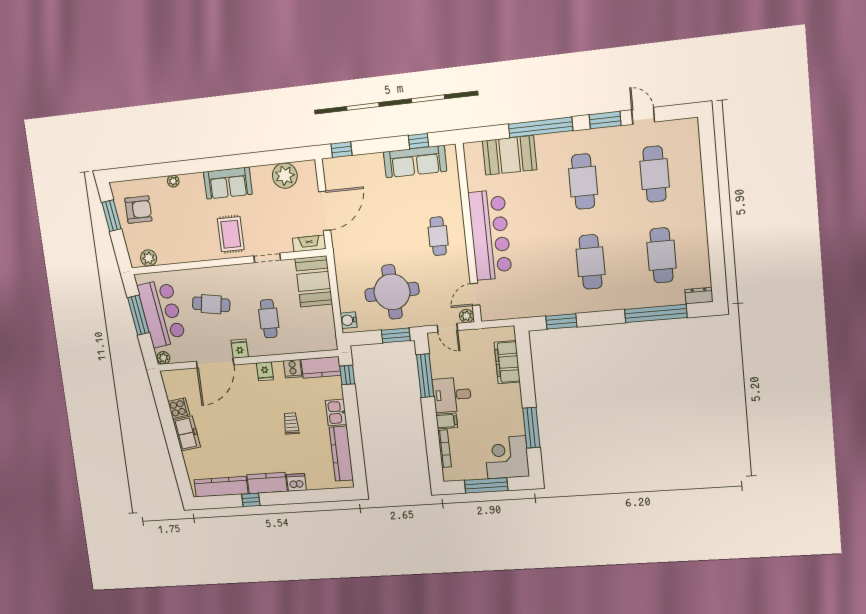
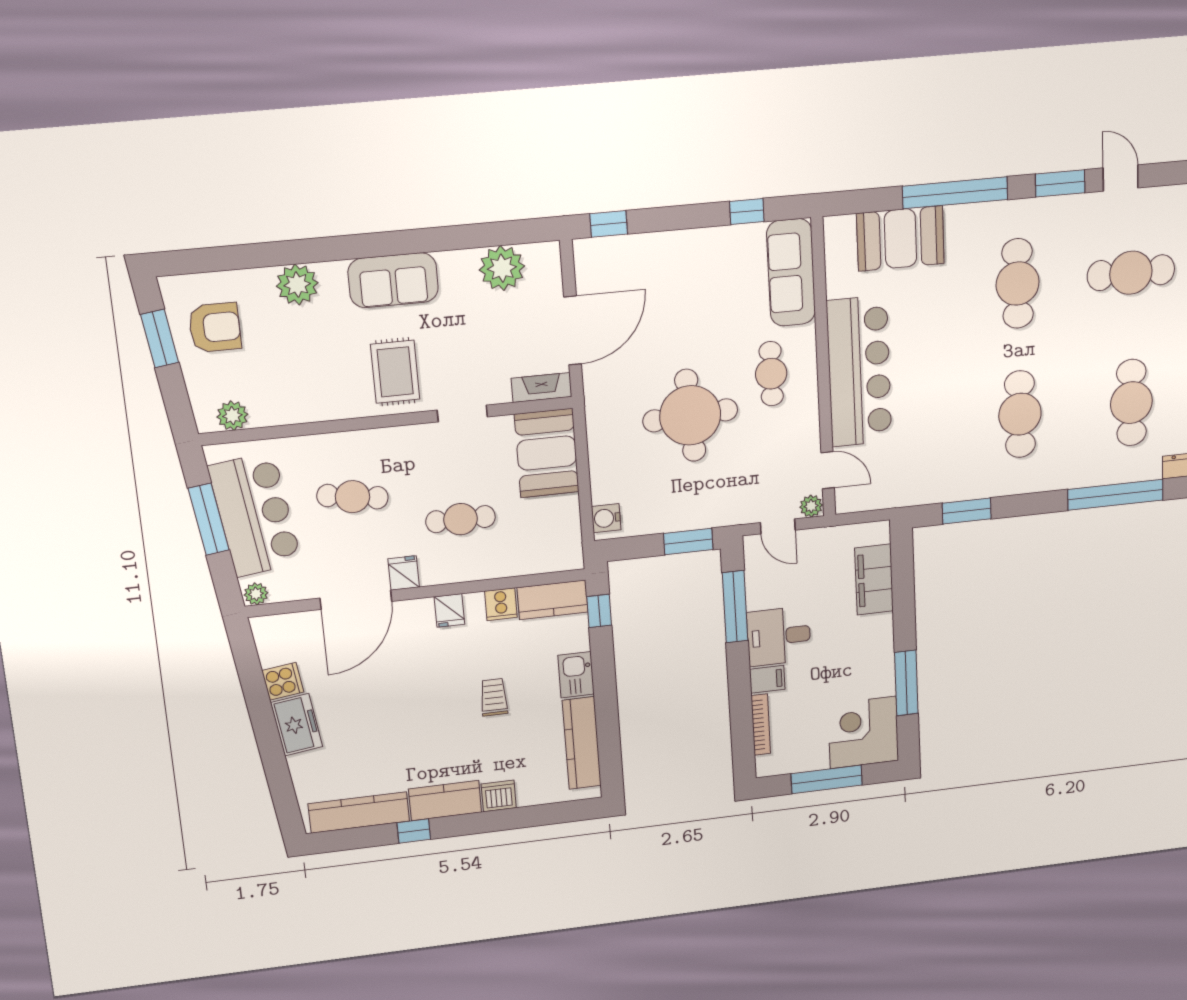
sofa: (415, 162) -> (791, 272), moved, turned 90
cafe table: (655, 174) -> (1131, 273), turned 90
plant: (173, 181) -> (297, 285), width x1.87, depth x1.87
round table: (392, 292) -> (690, 415), moved
door: (475, 294) -> (828, 470), swing flipped
cafe table: (269, 319) -> (461, 519), turned 90

